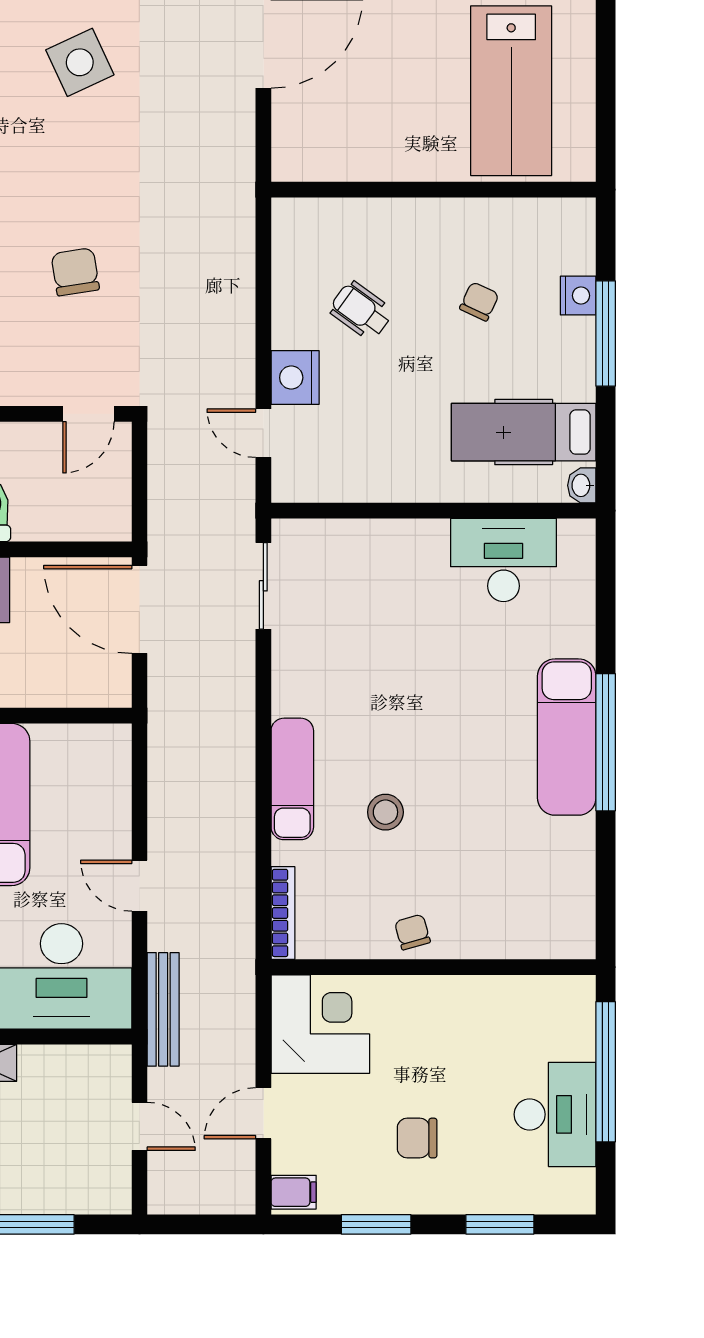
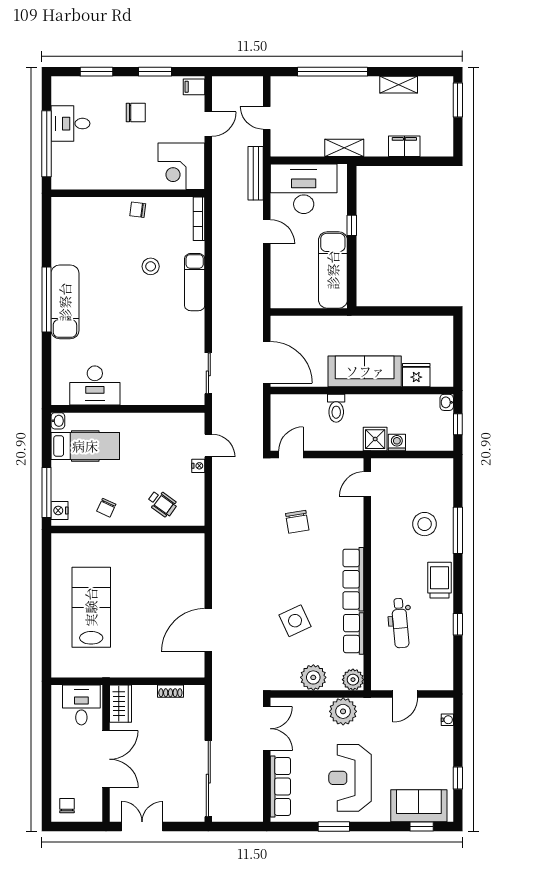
wall: (433, 190) -> (128, 529), moved
nightstand: (295, 378) -> (198, 466), width x0.53, depth x0.56
chair: (412, 932) -> (138, 210), turned 113
desk: (555, 1114) -> (70, 124), width x0.73

